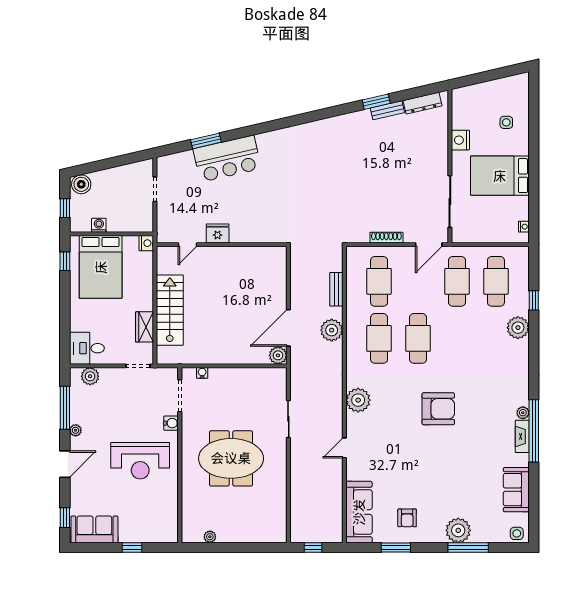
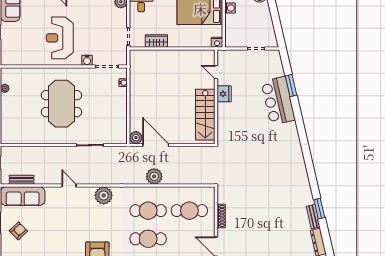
bench: (336, 289) -> (22, 180), moved
stairs: (170, 310) -> (205, 115), moved, turned 90
armchair: (407, 518) -> (18, 231), turned 136

